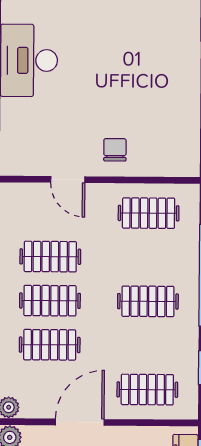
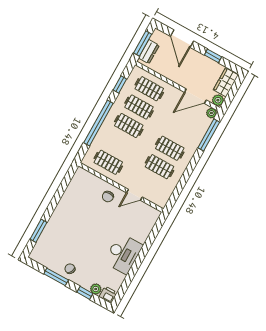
door: (68, 180) -> (134, 195), swing flipped
clothes rail: (50, 345) -> (139, 107), moved
door: (80, 422) -> (195, 96), moved

